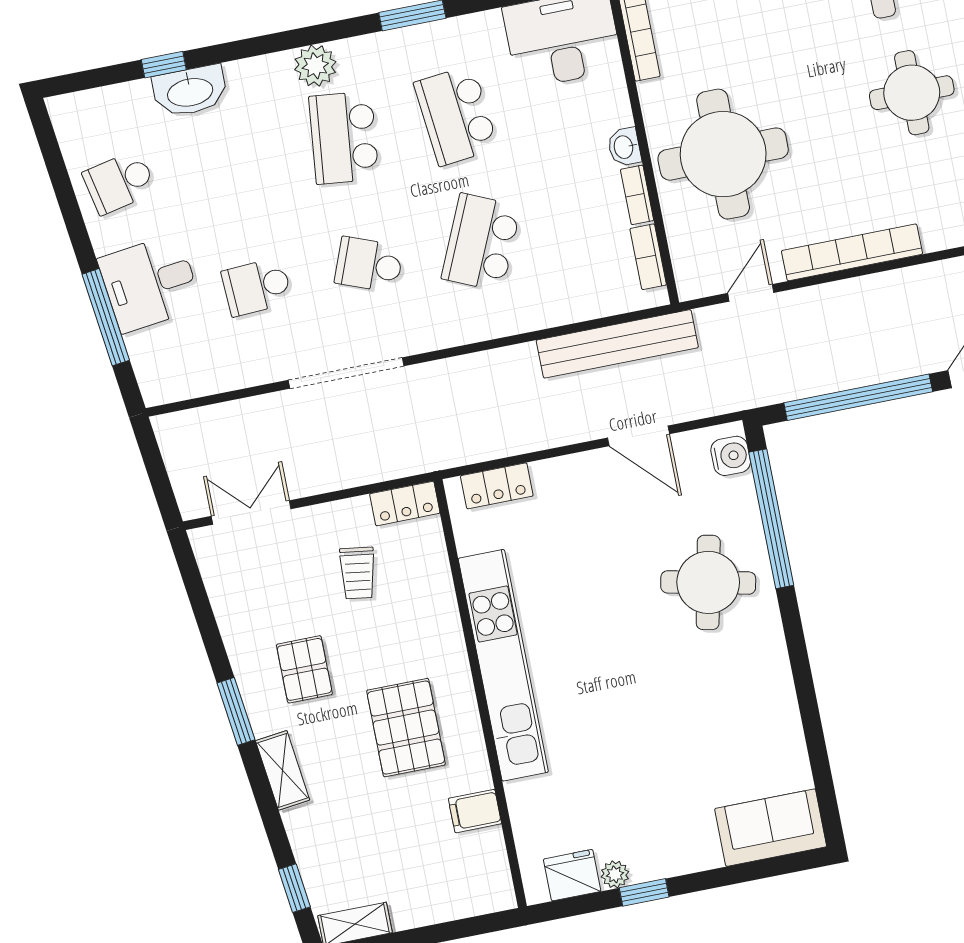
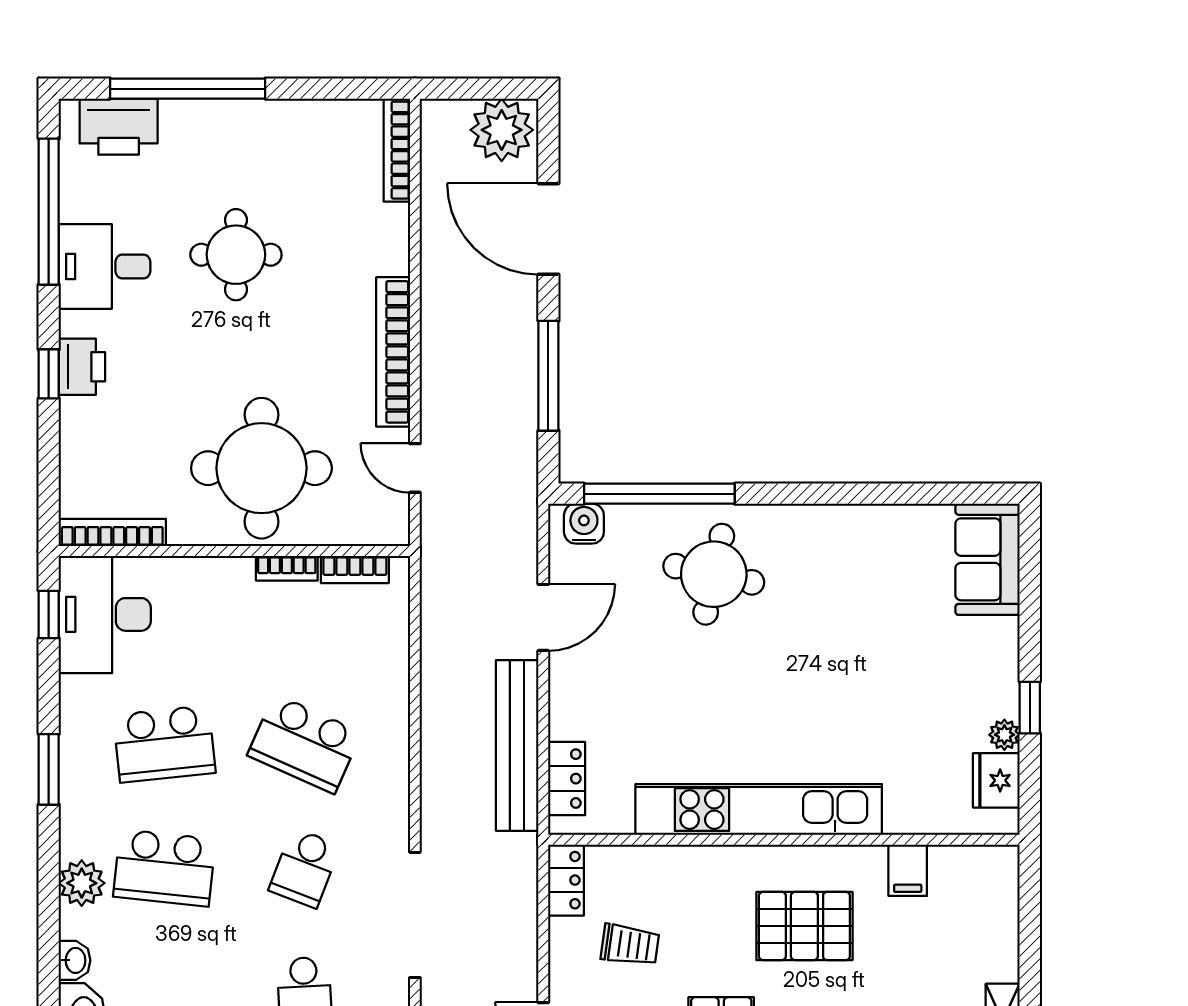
washbasin: (624, 147) -> (75, 960), moved, turned -90
bench: (617, 344) -> (517, 745), moved
window: (858, 397) -> (548, 376), width x0.68

